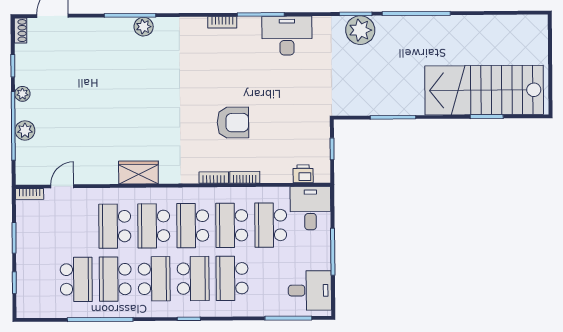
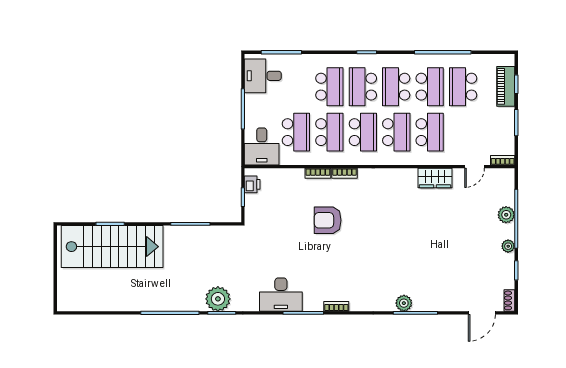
wardrobe: (138, 173) -> (435, 178), moved
printer: (303, 174) -> (252, 184), moved, turned -90
piano: (27, 280) -> (506, 86), added

